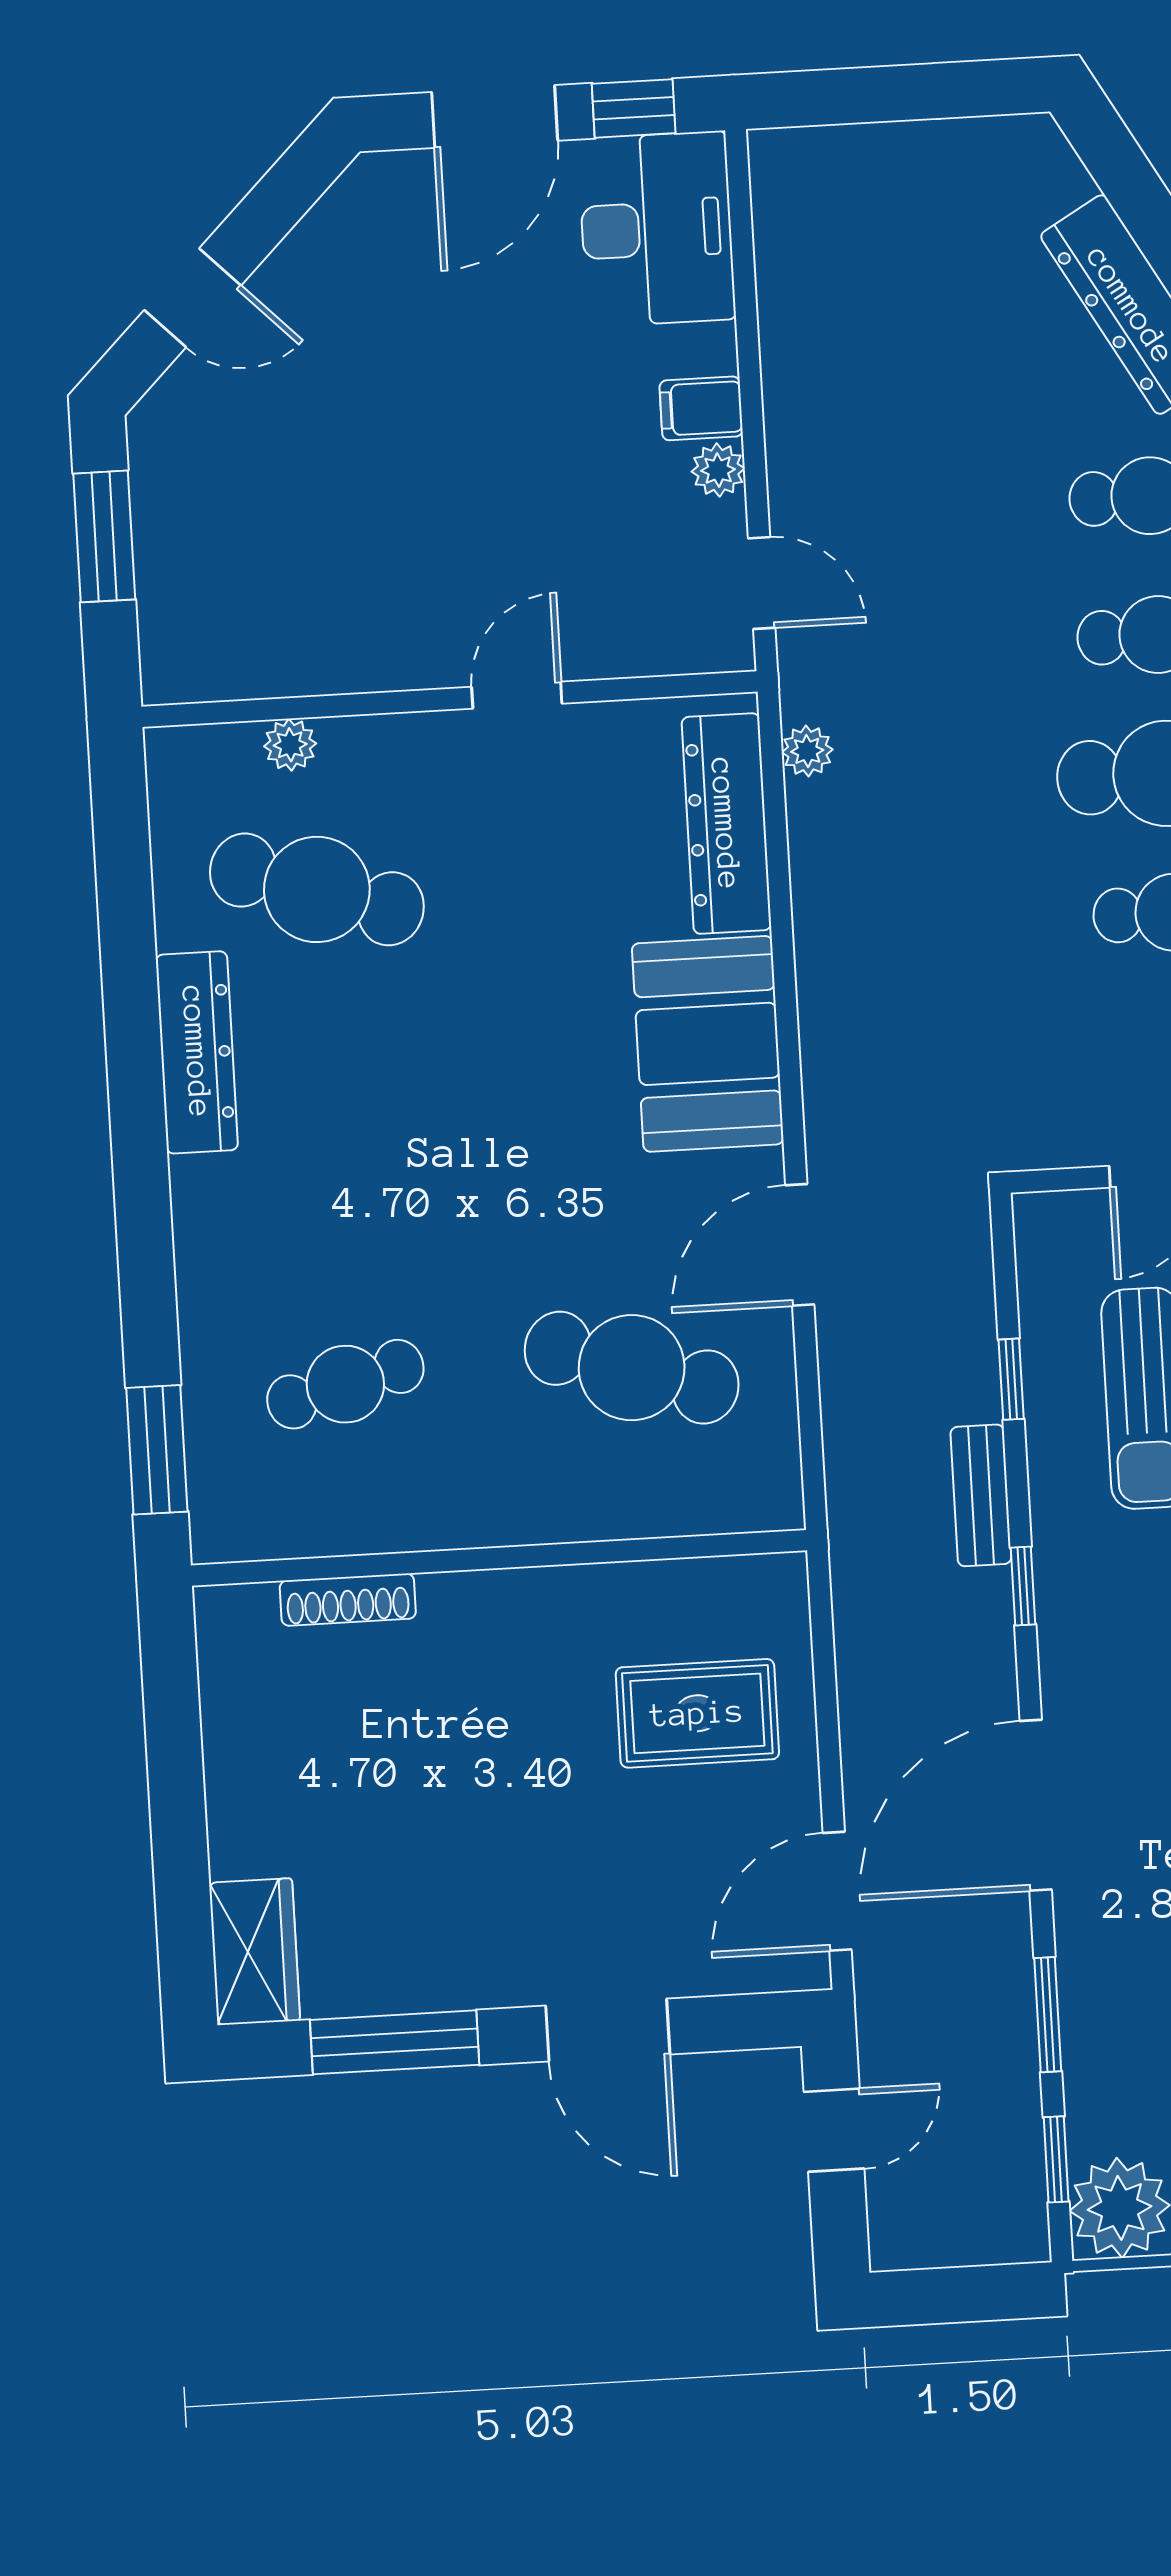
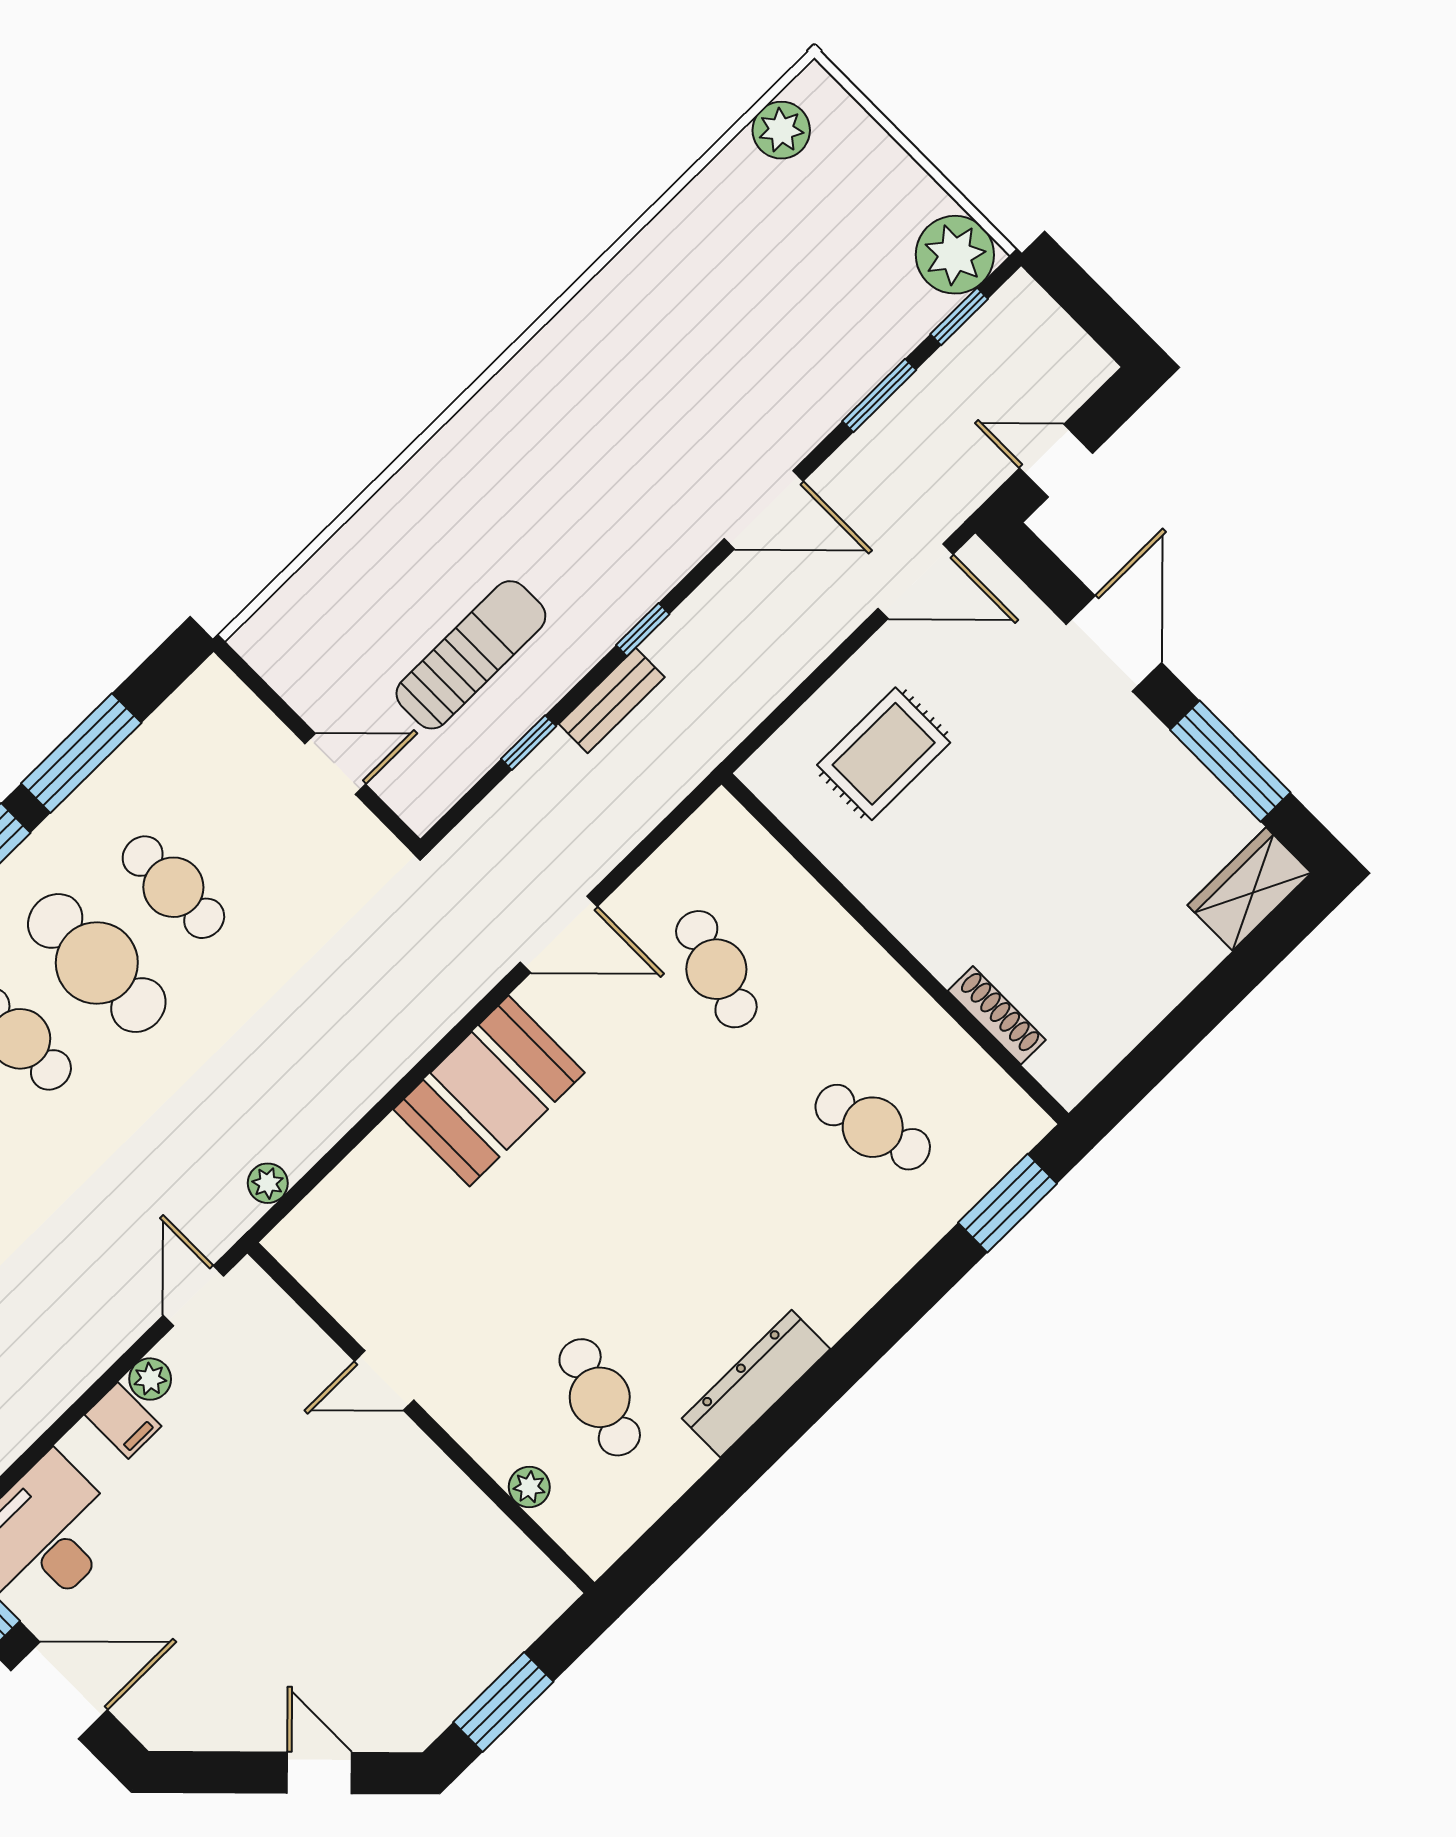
dresser: (726, 824) -> (351, 1193), removed
cafe table: (317, 889) -> (600, 1397), width x0.73, depth x0.74
cafe table: (632, 1368) -> (716, 969), width x0.73, depth x0.74
rug: (697, 1713) -> (884, 754), turned 90
door: (1036, 1805) -> (764, 510), width x0.73

